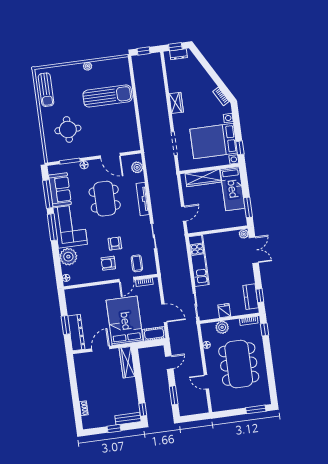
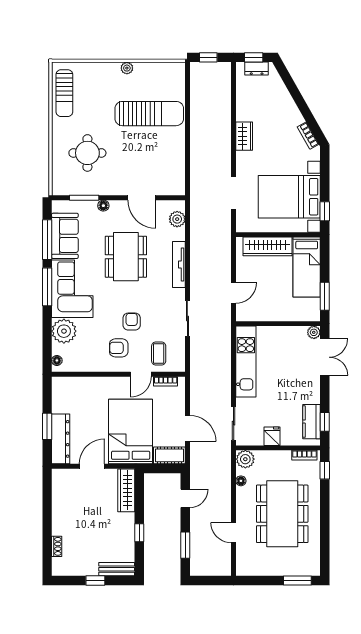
plant: (222, 327) -> (245, 459), moved
window: (143, 409) -> (139, 533), moved

